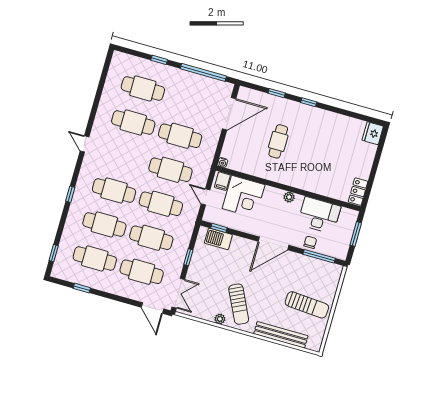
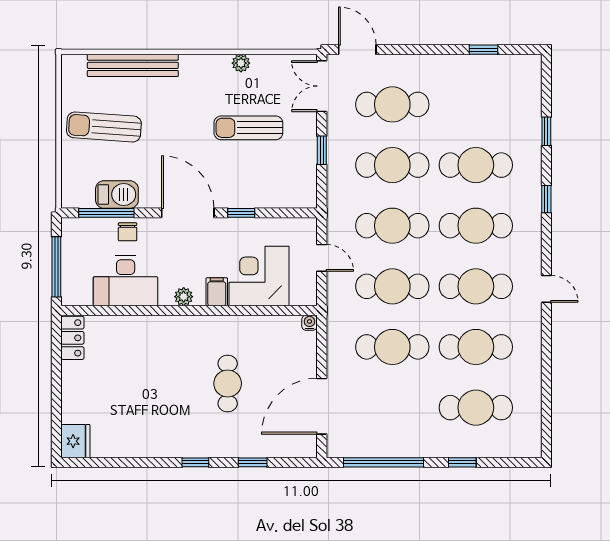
filing cabinet: (222, 181) -> (217, 292), moved
window: (219, 228) -> (241, 213), moved
window: (356, 234) -> (56, 267), width x1.44
barbecue: (218, 239) -> (117, 194), moved
door: (273, 243) -> (188, 213), hinge flipped
window: (54, 253) -> (546, 131), moved
cafe table: (95, 258) -> (476, 286), moved
sun lounger: (239, 304) -> (248, 128), moved, turned -64

